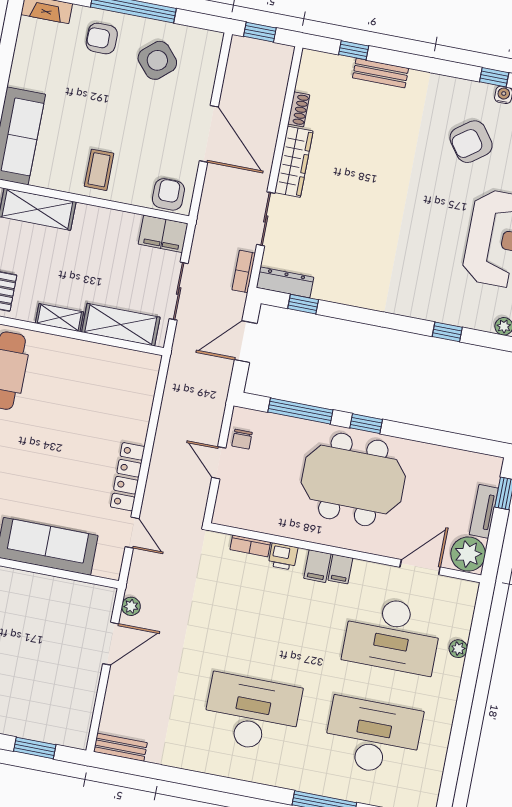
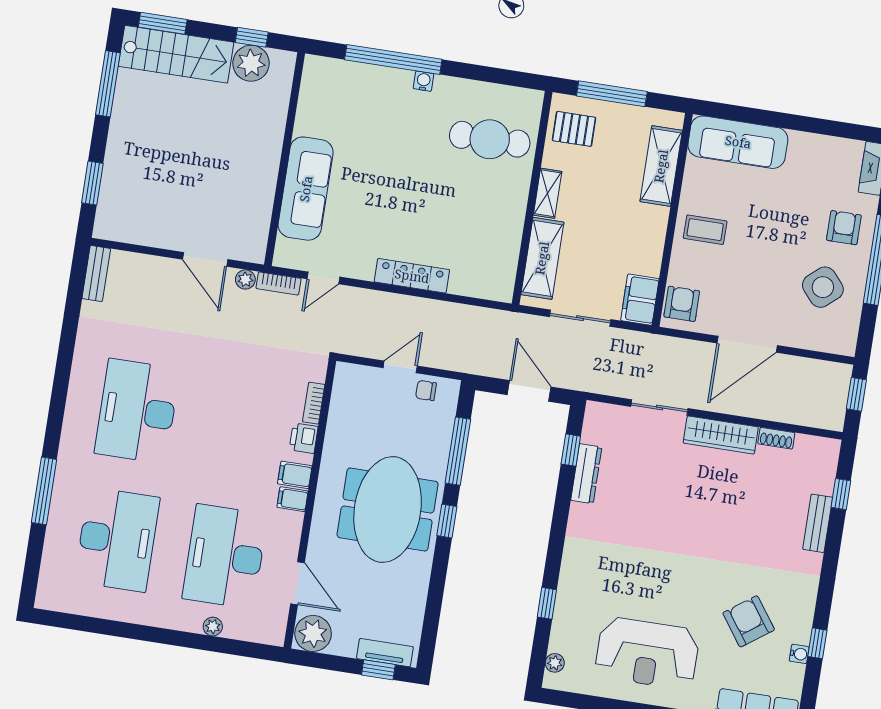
armchair: (168, 194) -> (682, 304), turned -90
bookcase: (244, 271) -> (278, 283), moved, turned 180
dresser: (285, 282) -> (586, 474), moved
locker: (128, 477) -> (412, 276), moved
tv unit: (484, 511) -> (385, 653), moved
desk: (252, 713) -> (137, 411), turned 180

